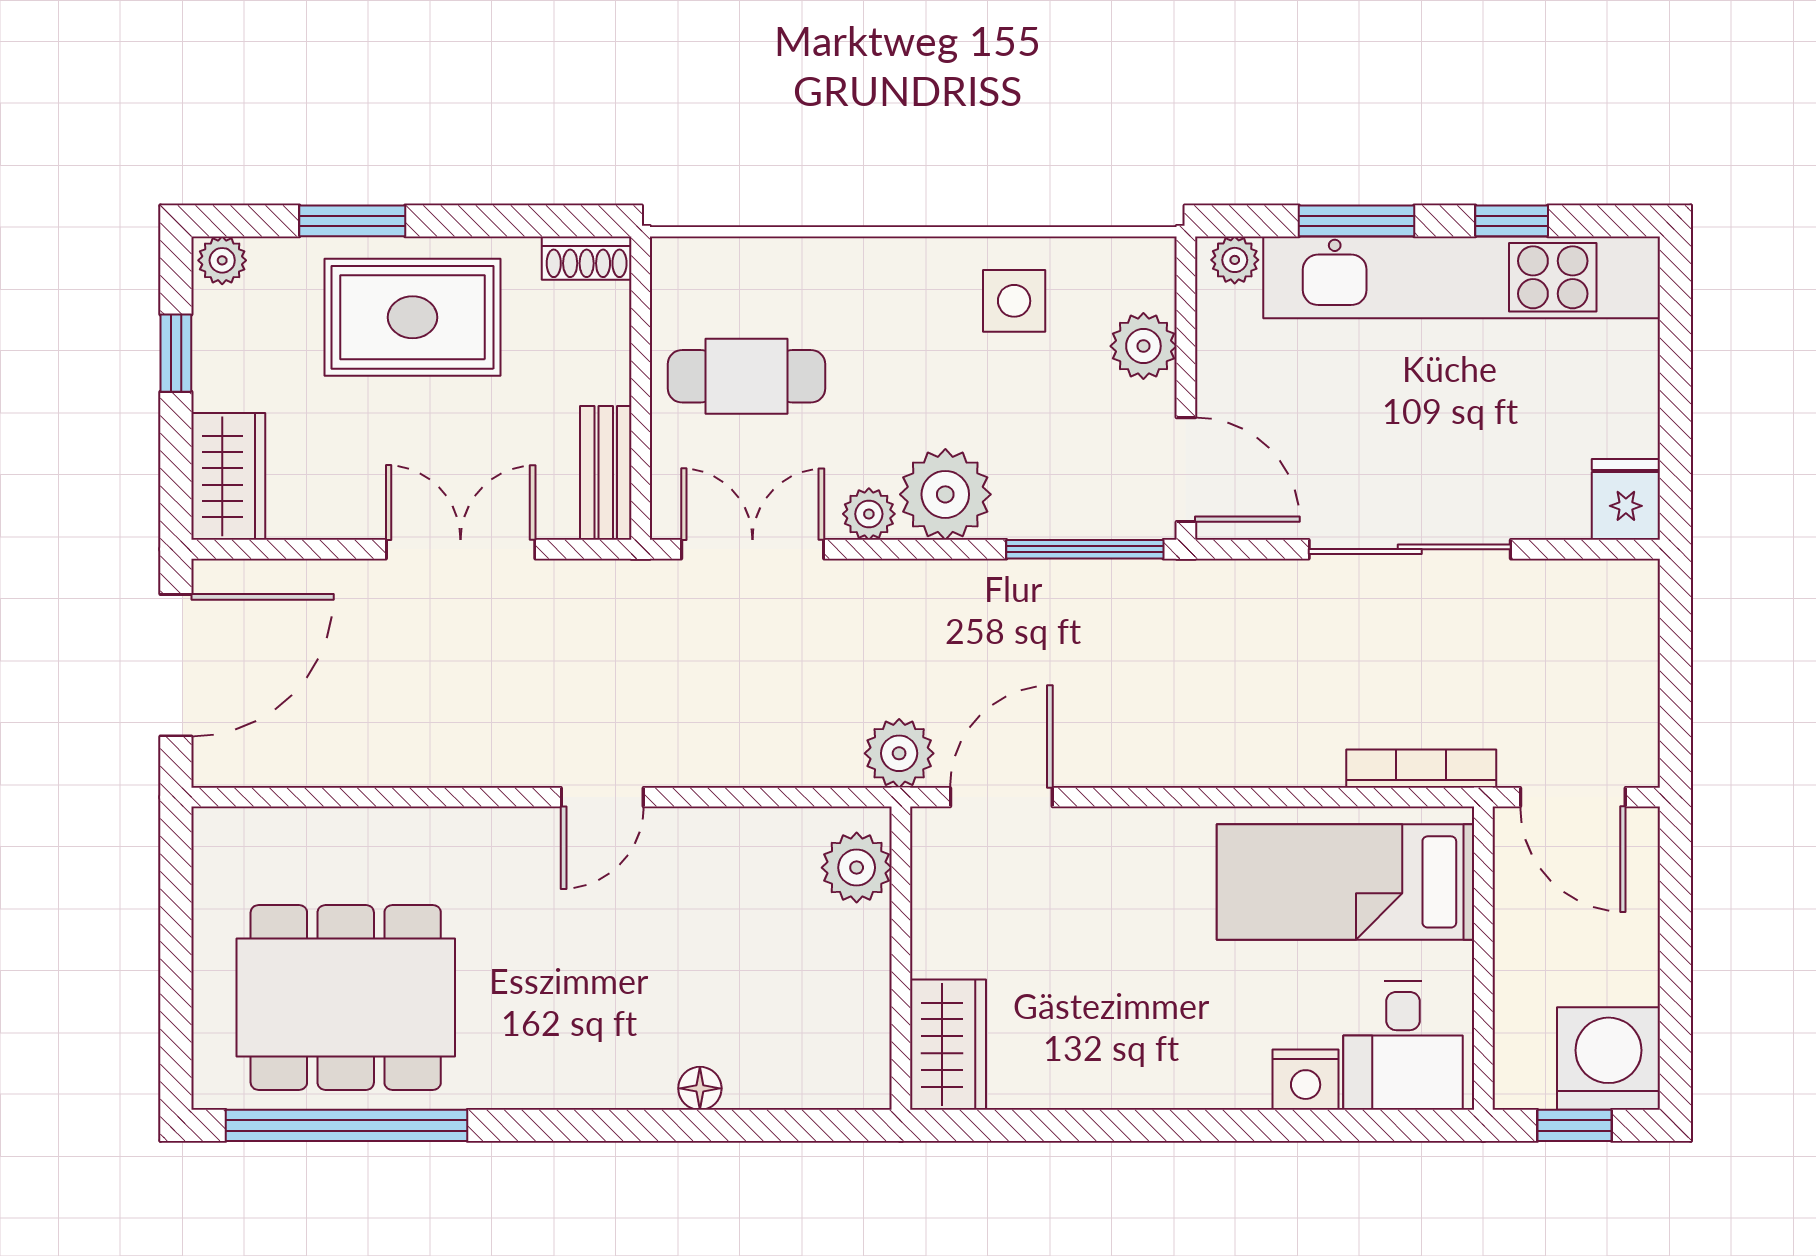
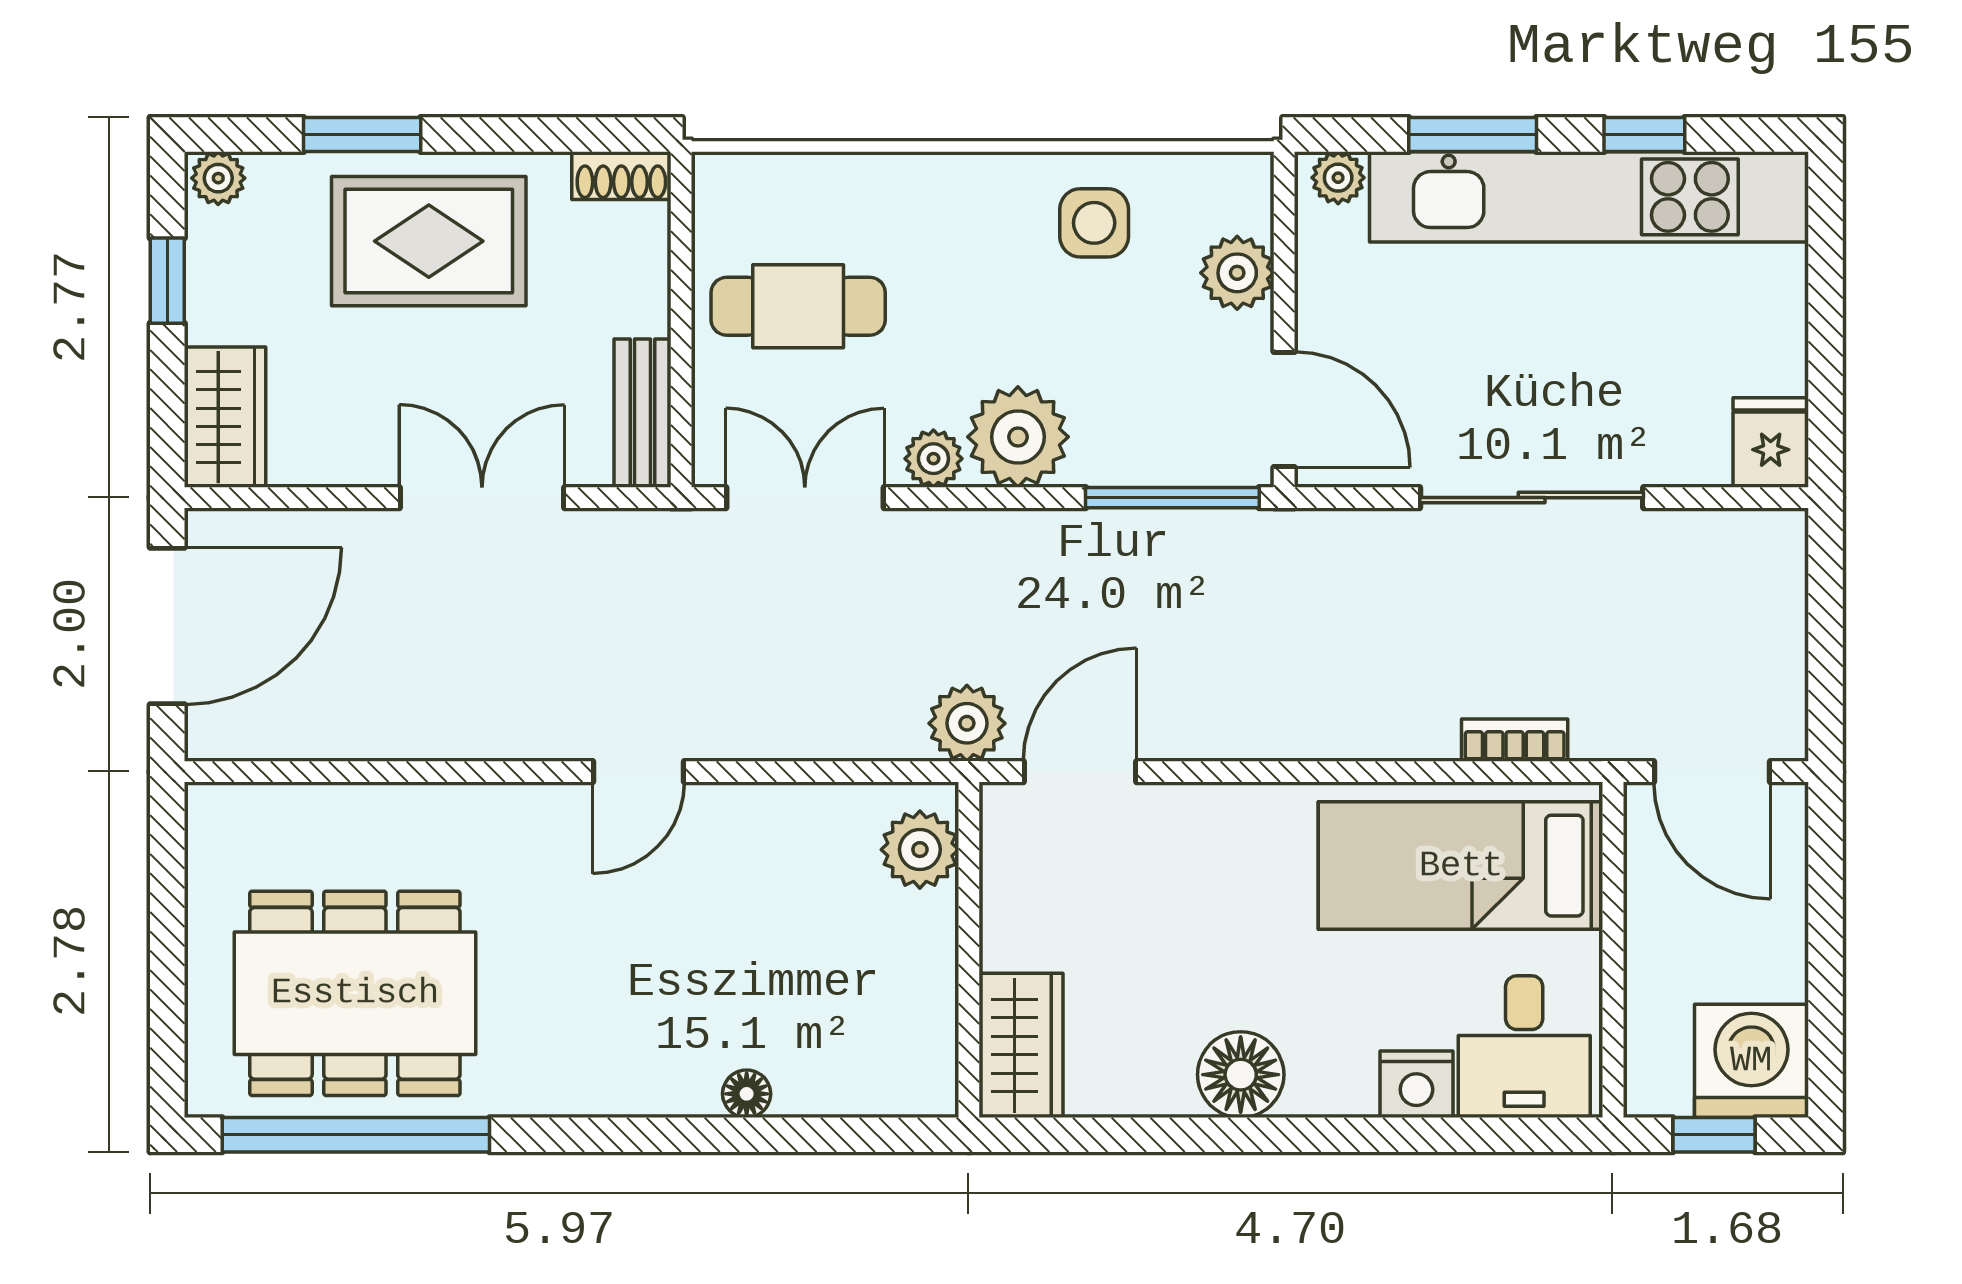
bookcase: (1421, 769) -> (1515, 740), width x0.64
floor lamp: (1147, 1071) -> (1241, 1075), added

